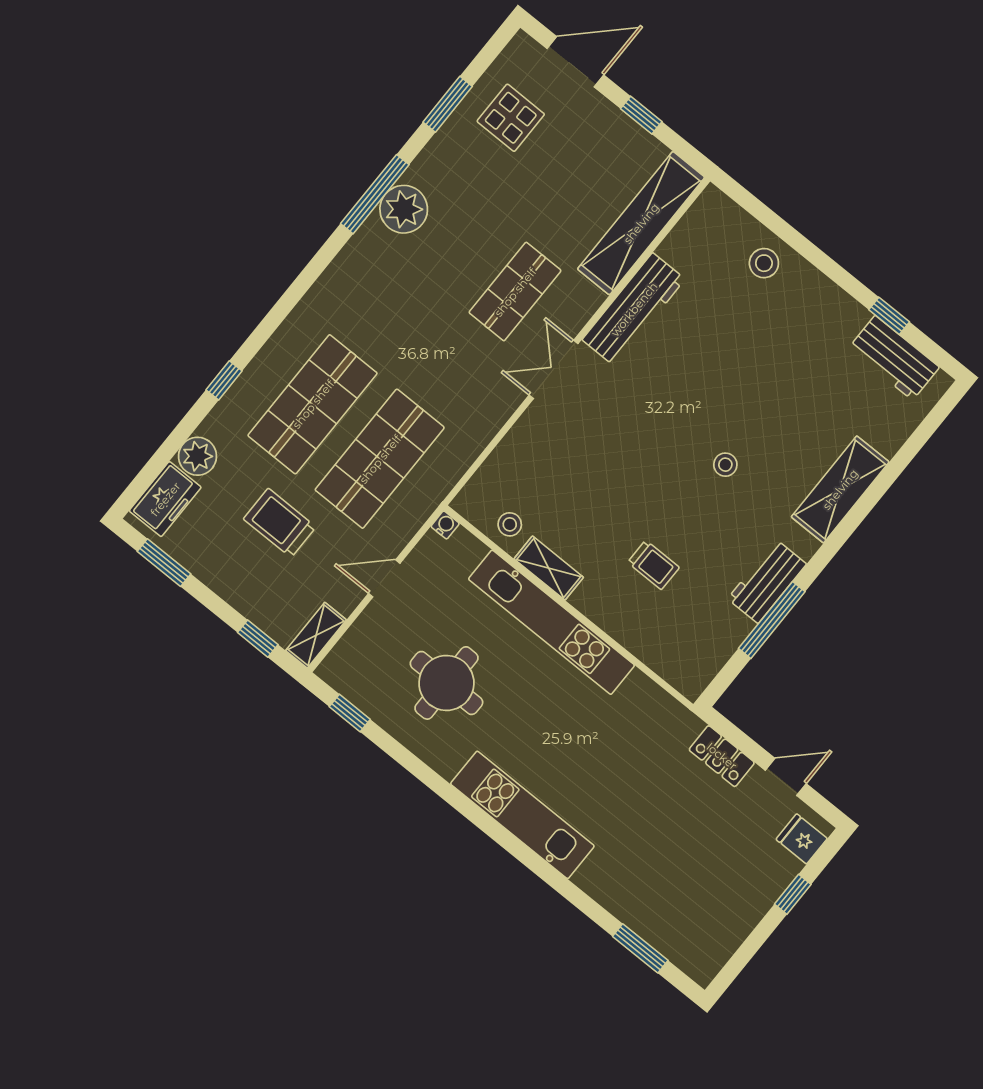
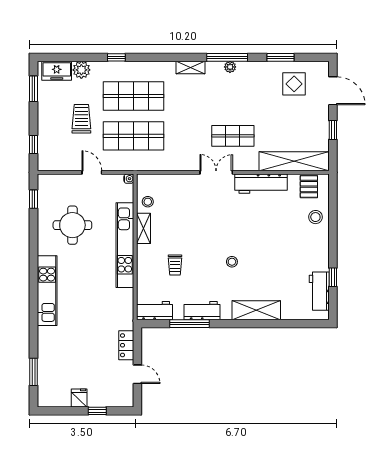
plant: (404, 209) -> (230, 67), width x0.53, depth x0.53
pallet: (704, 233) -> (309, 187), added
shelving: (316, 635) -> (191, 68), moved
workbench: (702, 662) -> (154, 311), added
fridge: (802, 839) -> (79, 398), moved

